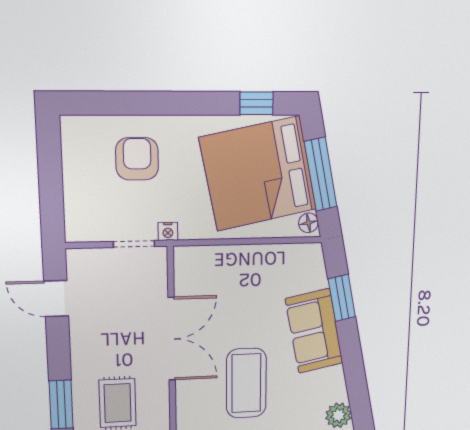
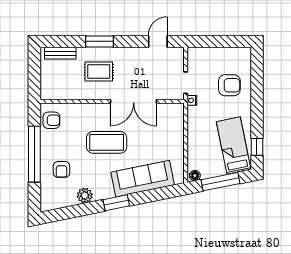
bed: (258, 174) -> (234, 146), width x0.49
window: (342, 298) -> (116, 203), moved
sofa: (314, 331) -> (143, 179), width x1.36

